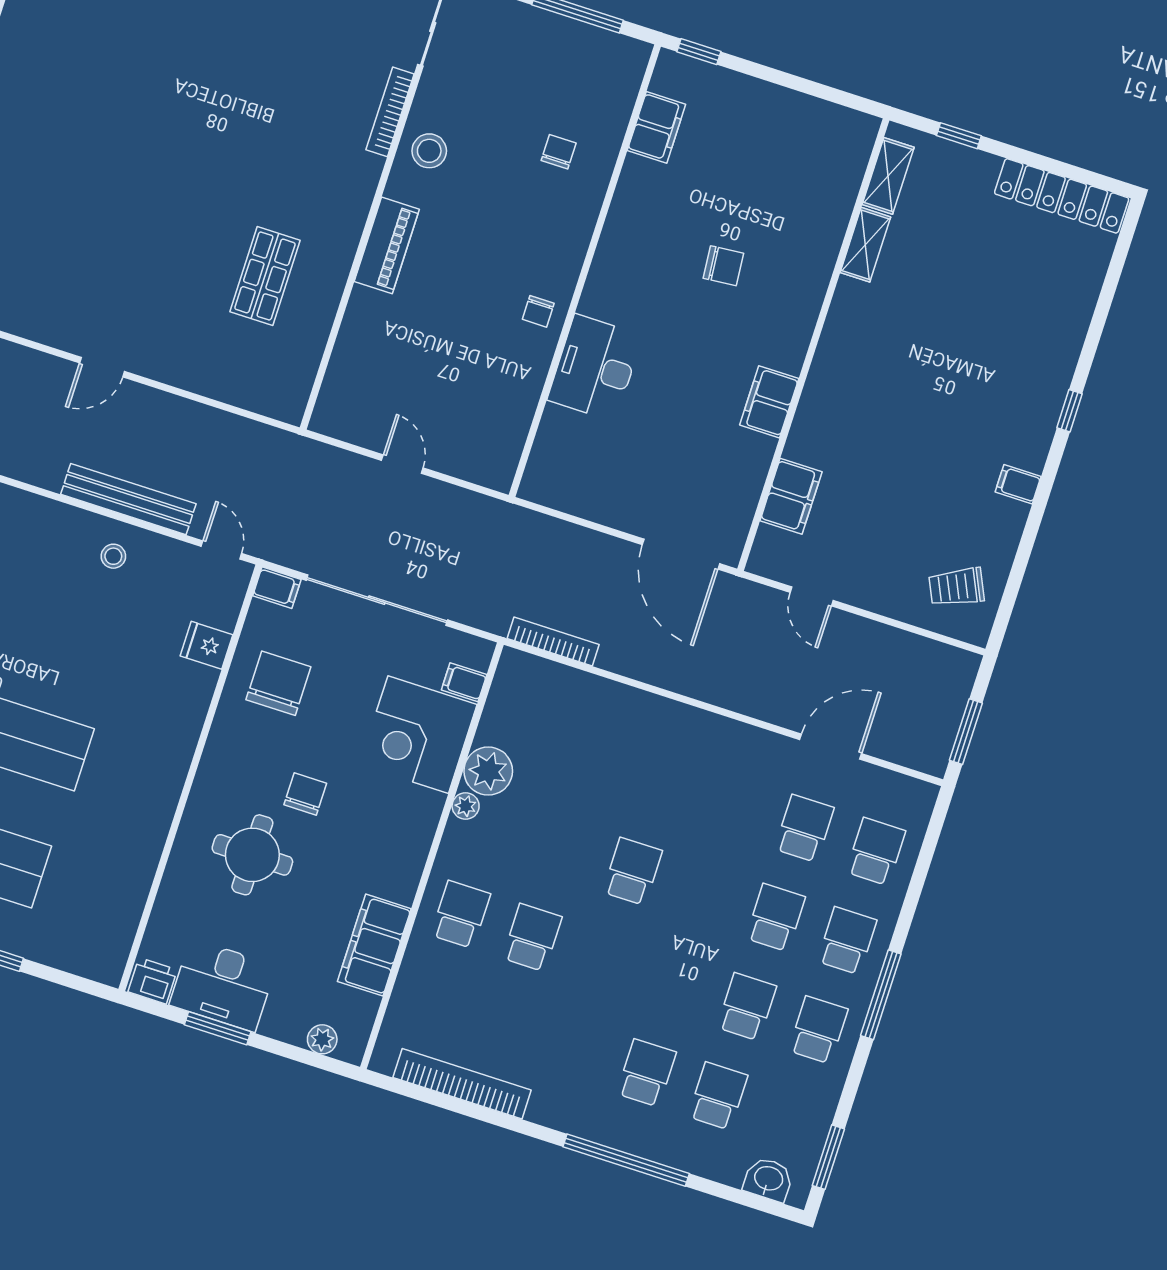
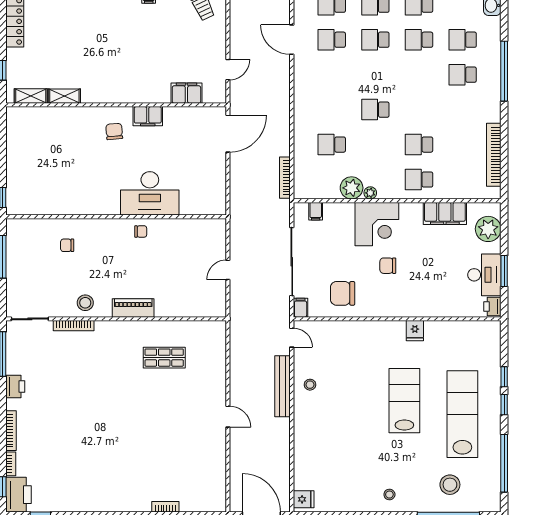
filing cabinet: (656, 127) -> (42, 205), removed
chair: (723, 266) -> (114, 131), moved
desk: (595, 368) -> (150, 193), width x1.36, depth x1.30
door: (221, 550) -> (292, 338), swing flipped
fridge: (206, 645) -> (415, 331), moved
corner desk: (418, 735) -> (377, 224), moved
school desk: (590, 759) -> (332, 145), added
round table: (252, 855) -> (422, 280), removed
plant: (322, 1039) -> (488, 229), width x1.88, depth x1.88

